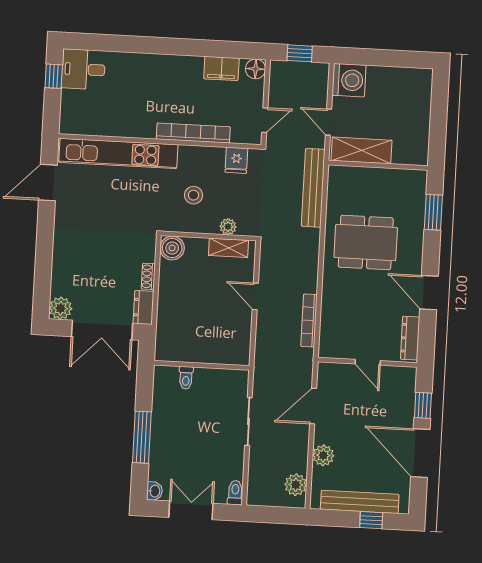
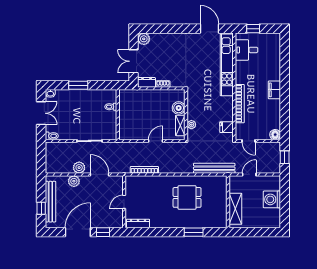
filing cabinet: (221, 68) -> (274, 90), moved
desk: (83, 69) -> (247, 50), moved, turned -90
window: (54, 76) -> (253, 29), moved
washing machine: (349, 80) -> (272, 199), moved, turned 90
shelving: (362, 150) -> (235, 209), moved
stool: (194, 195) -> (207, 106), removed
window: (433, 212) -> (194, 232), moved
dining table: (366, 243) -> (187, 197), width x0.73
boiler: (172, 248) -> (179, 108), moved
door: (429, 293) -> (162, 232), removed
double door: (102, 330) -> (134, 61), width x0.73
window: (142, 437) -> (78, 85), width x0.69
plant: (296, 485) -> (79, 168), moved

